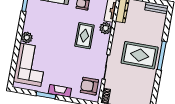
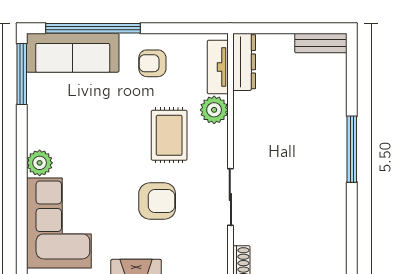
rug: (140, 55) -> (302, 157), removed
armchair: (89, 86) -> (157, 201), moved, turned 180

